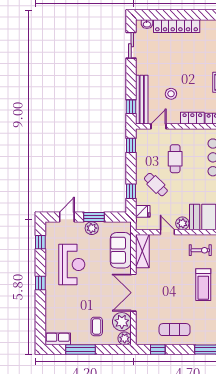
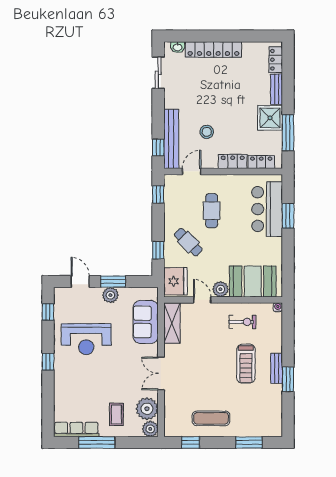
fridge: (143, 211) -> (175, 281), width x1.88, depth x1.34
door: (67, 217) -> (80, 282), hinge flipped
reception desk: (72, 264) -> (86, 339), turned 90
double door: (133, 293) -> (161, 373), width x0.73
row of seats: (58, 339) -> (76, 429), width x1.48

